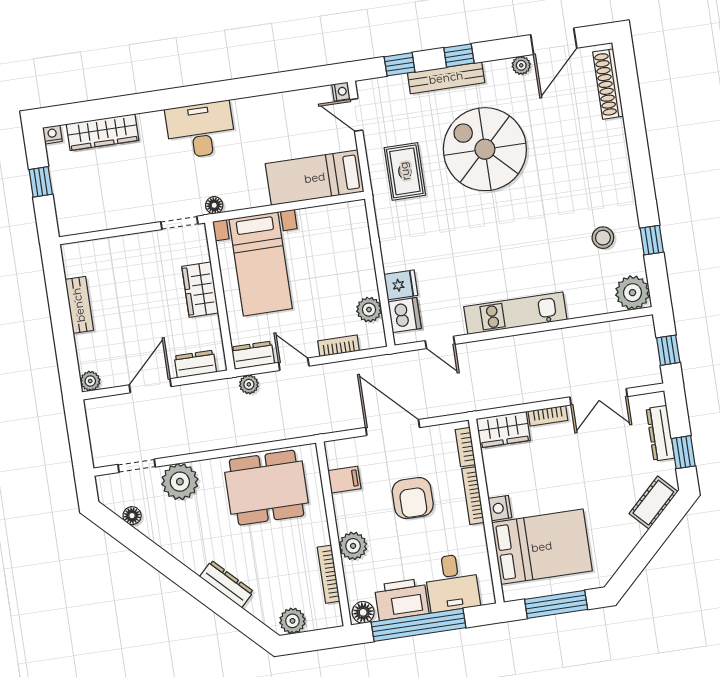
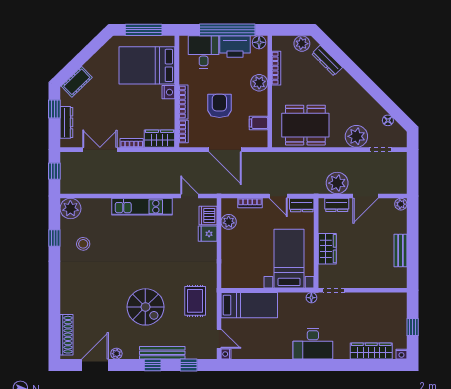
spiral stairs: (485, 149) -> (145, 307), width x0.73, depth x0.73
plant: (249, 384) -> (337, 183), moved, width x1.87, depth x1.87
dresser: (227, 584) -> (327, 61), moved

